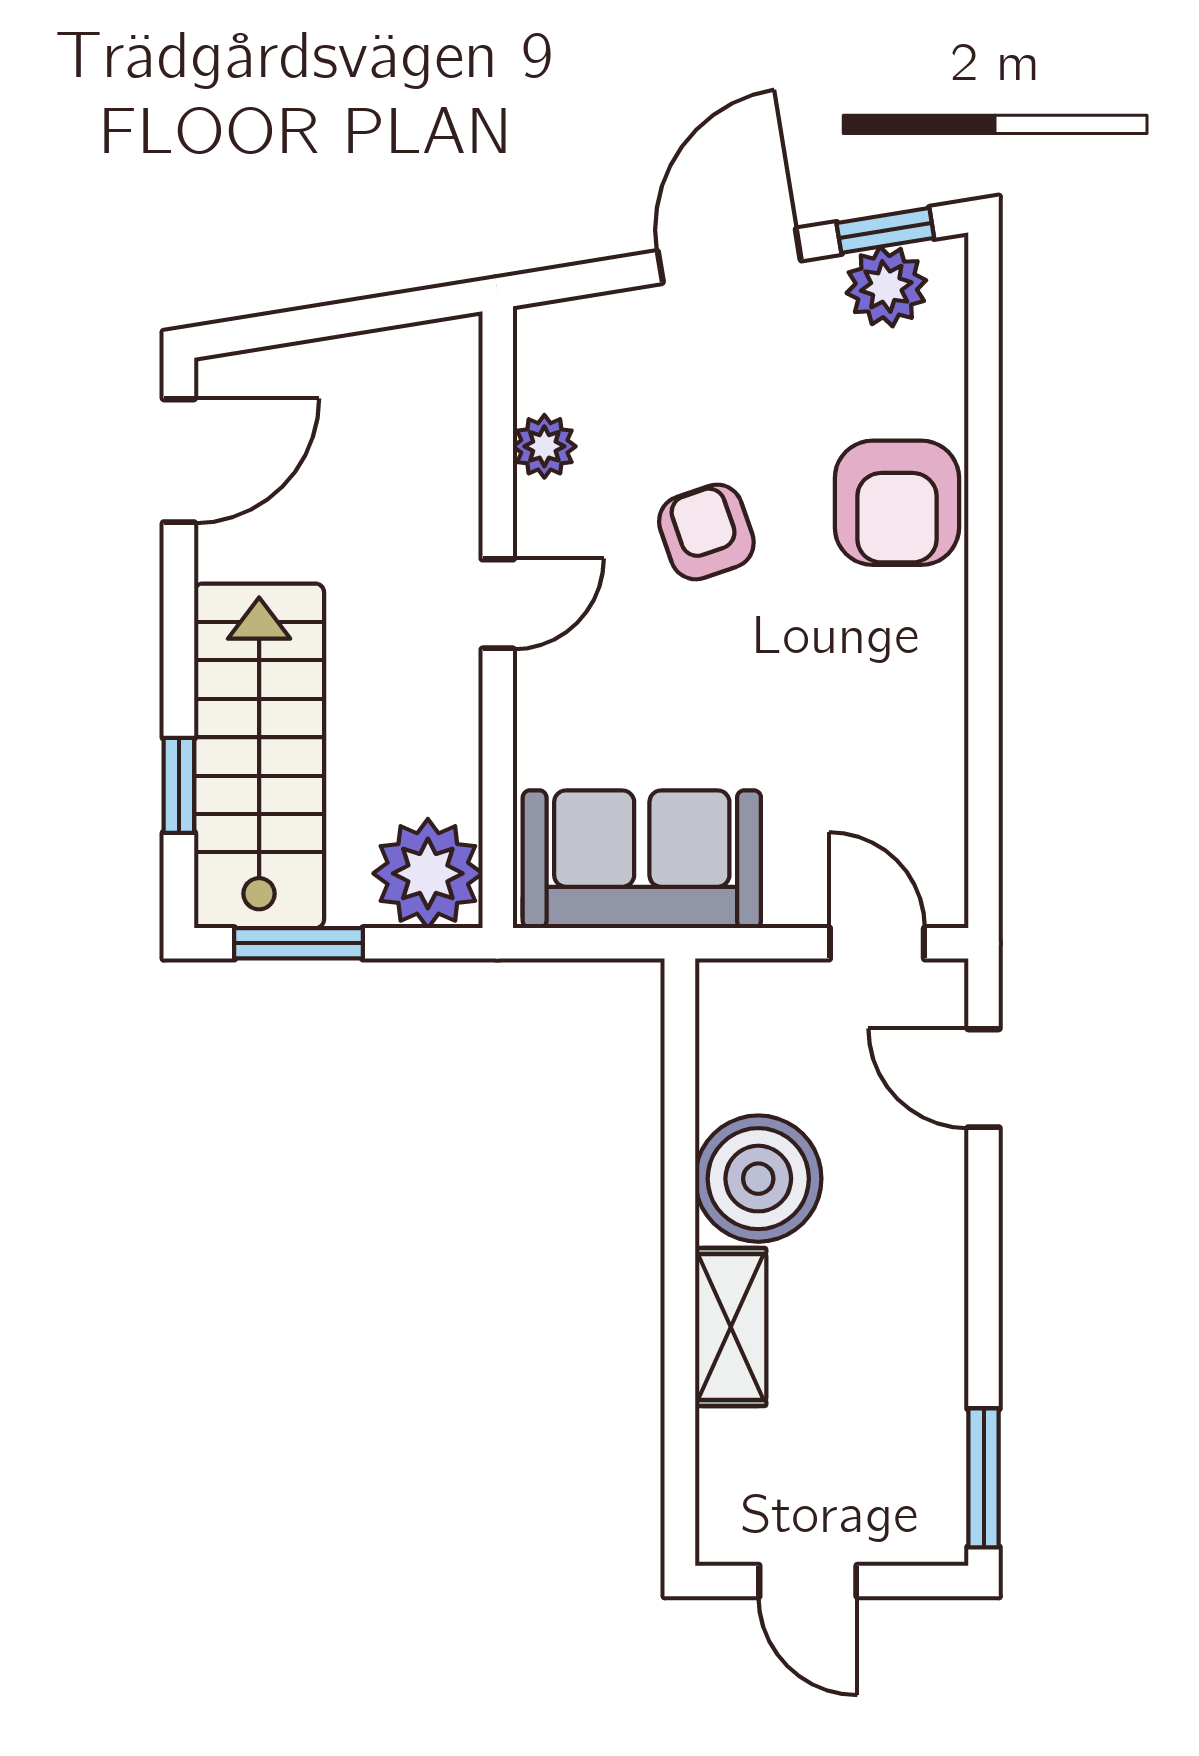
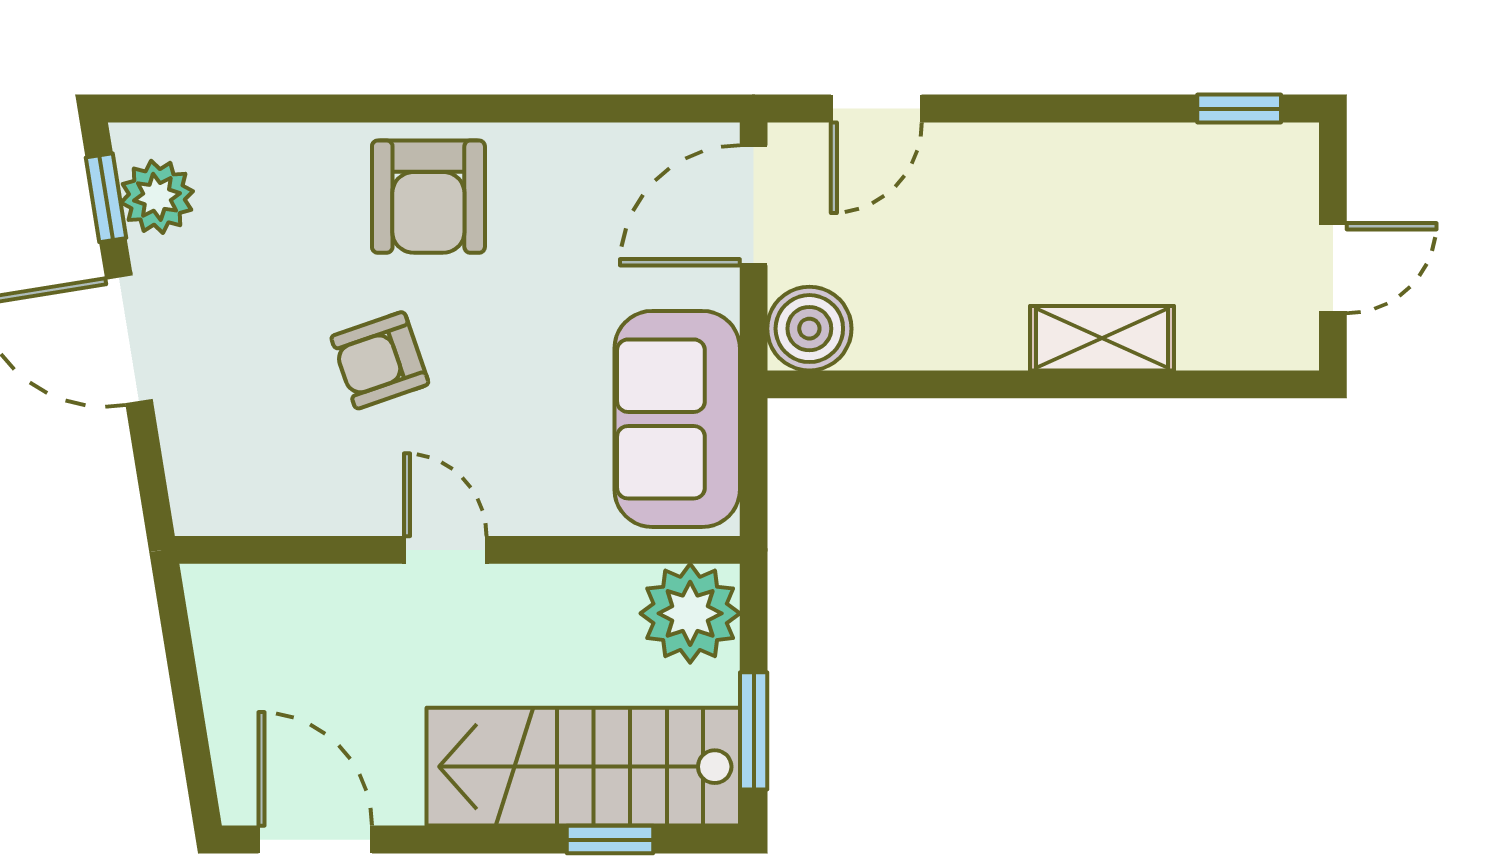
plant: (544, 446) -> (302, 507), removed
armchair: (897, 503) -> (428, 197), moved, turned 90
door: (877, 943) -> (754, 205), width x1.38
boiler: (758, 1179) -> (809, 329), moved, width x0.73, depth x0.73
window: (984, 1478) -> (1239, 109), width x0.67

